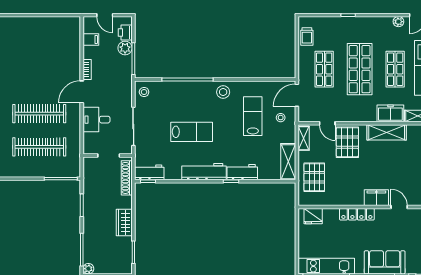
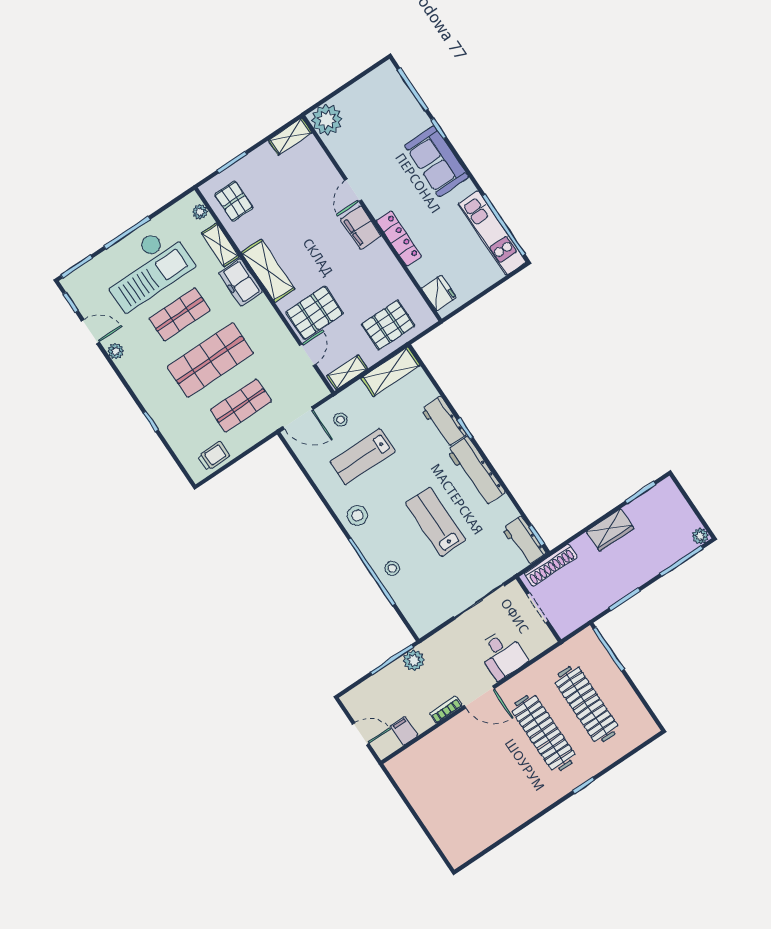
door: (105, 15) -> (361, 734), hinge flipped
printer: (125, 33) -> (365, 693), removed
plant: (125, 48) -> (414, 660), moved
stool: (144, 92) -> (392, 568), moved

